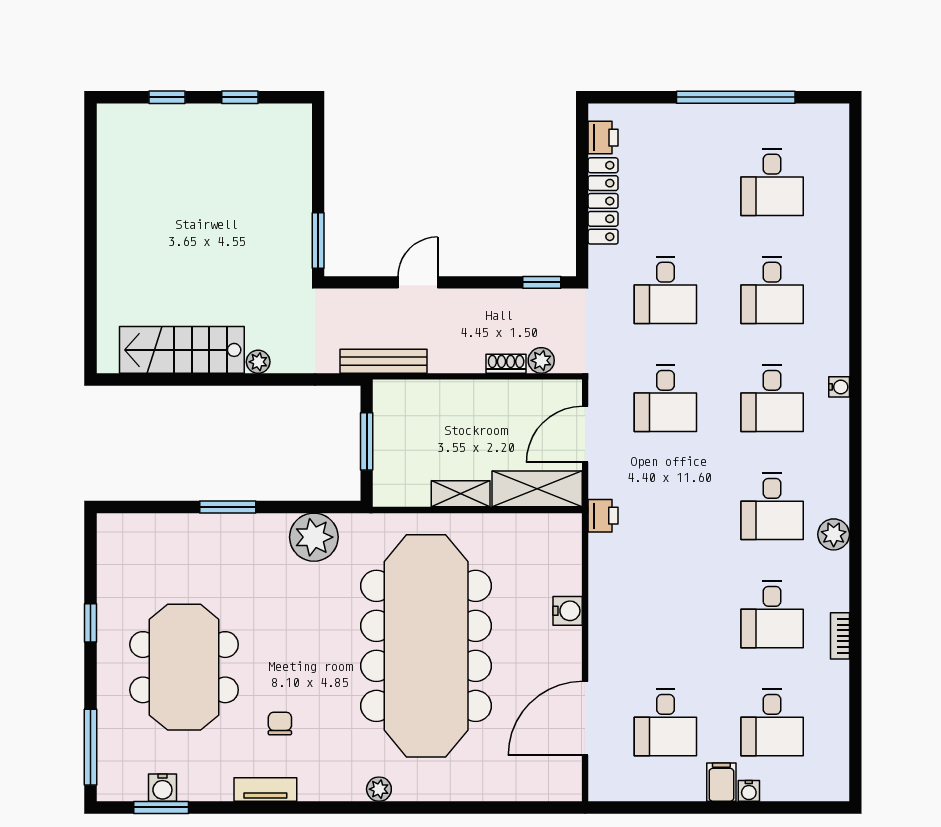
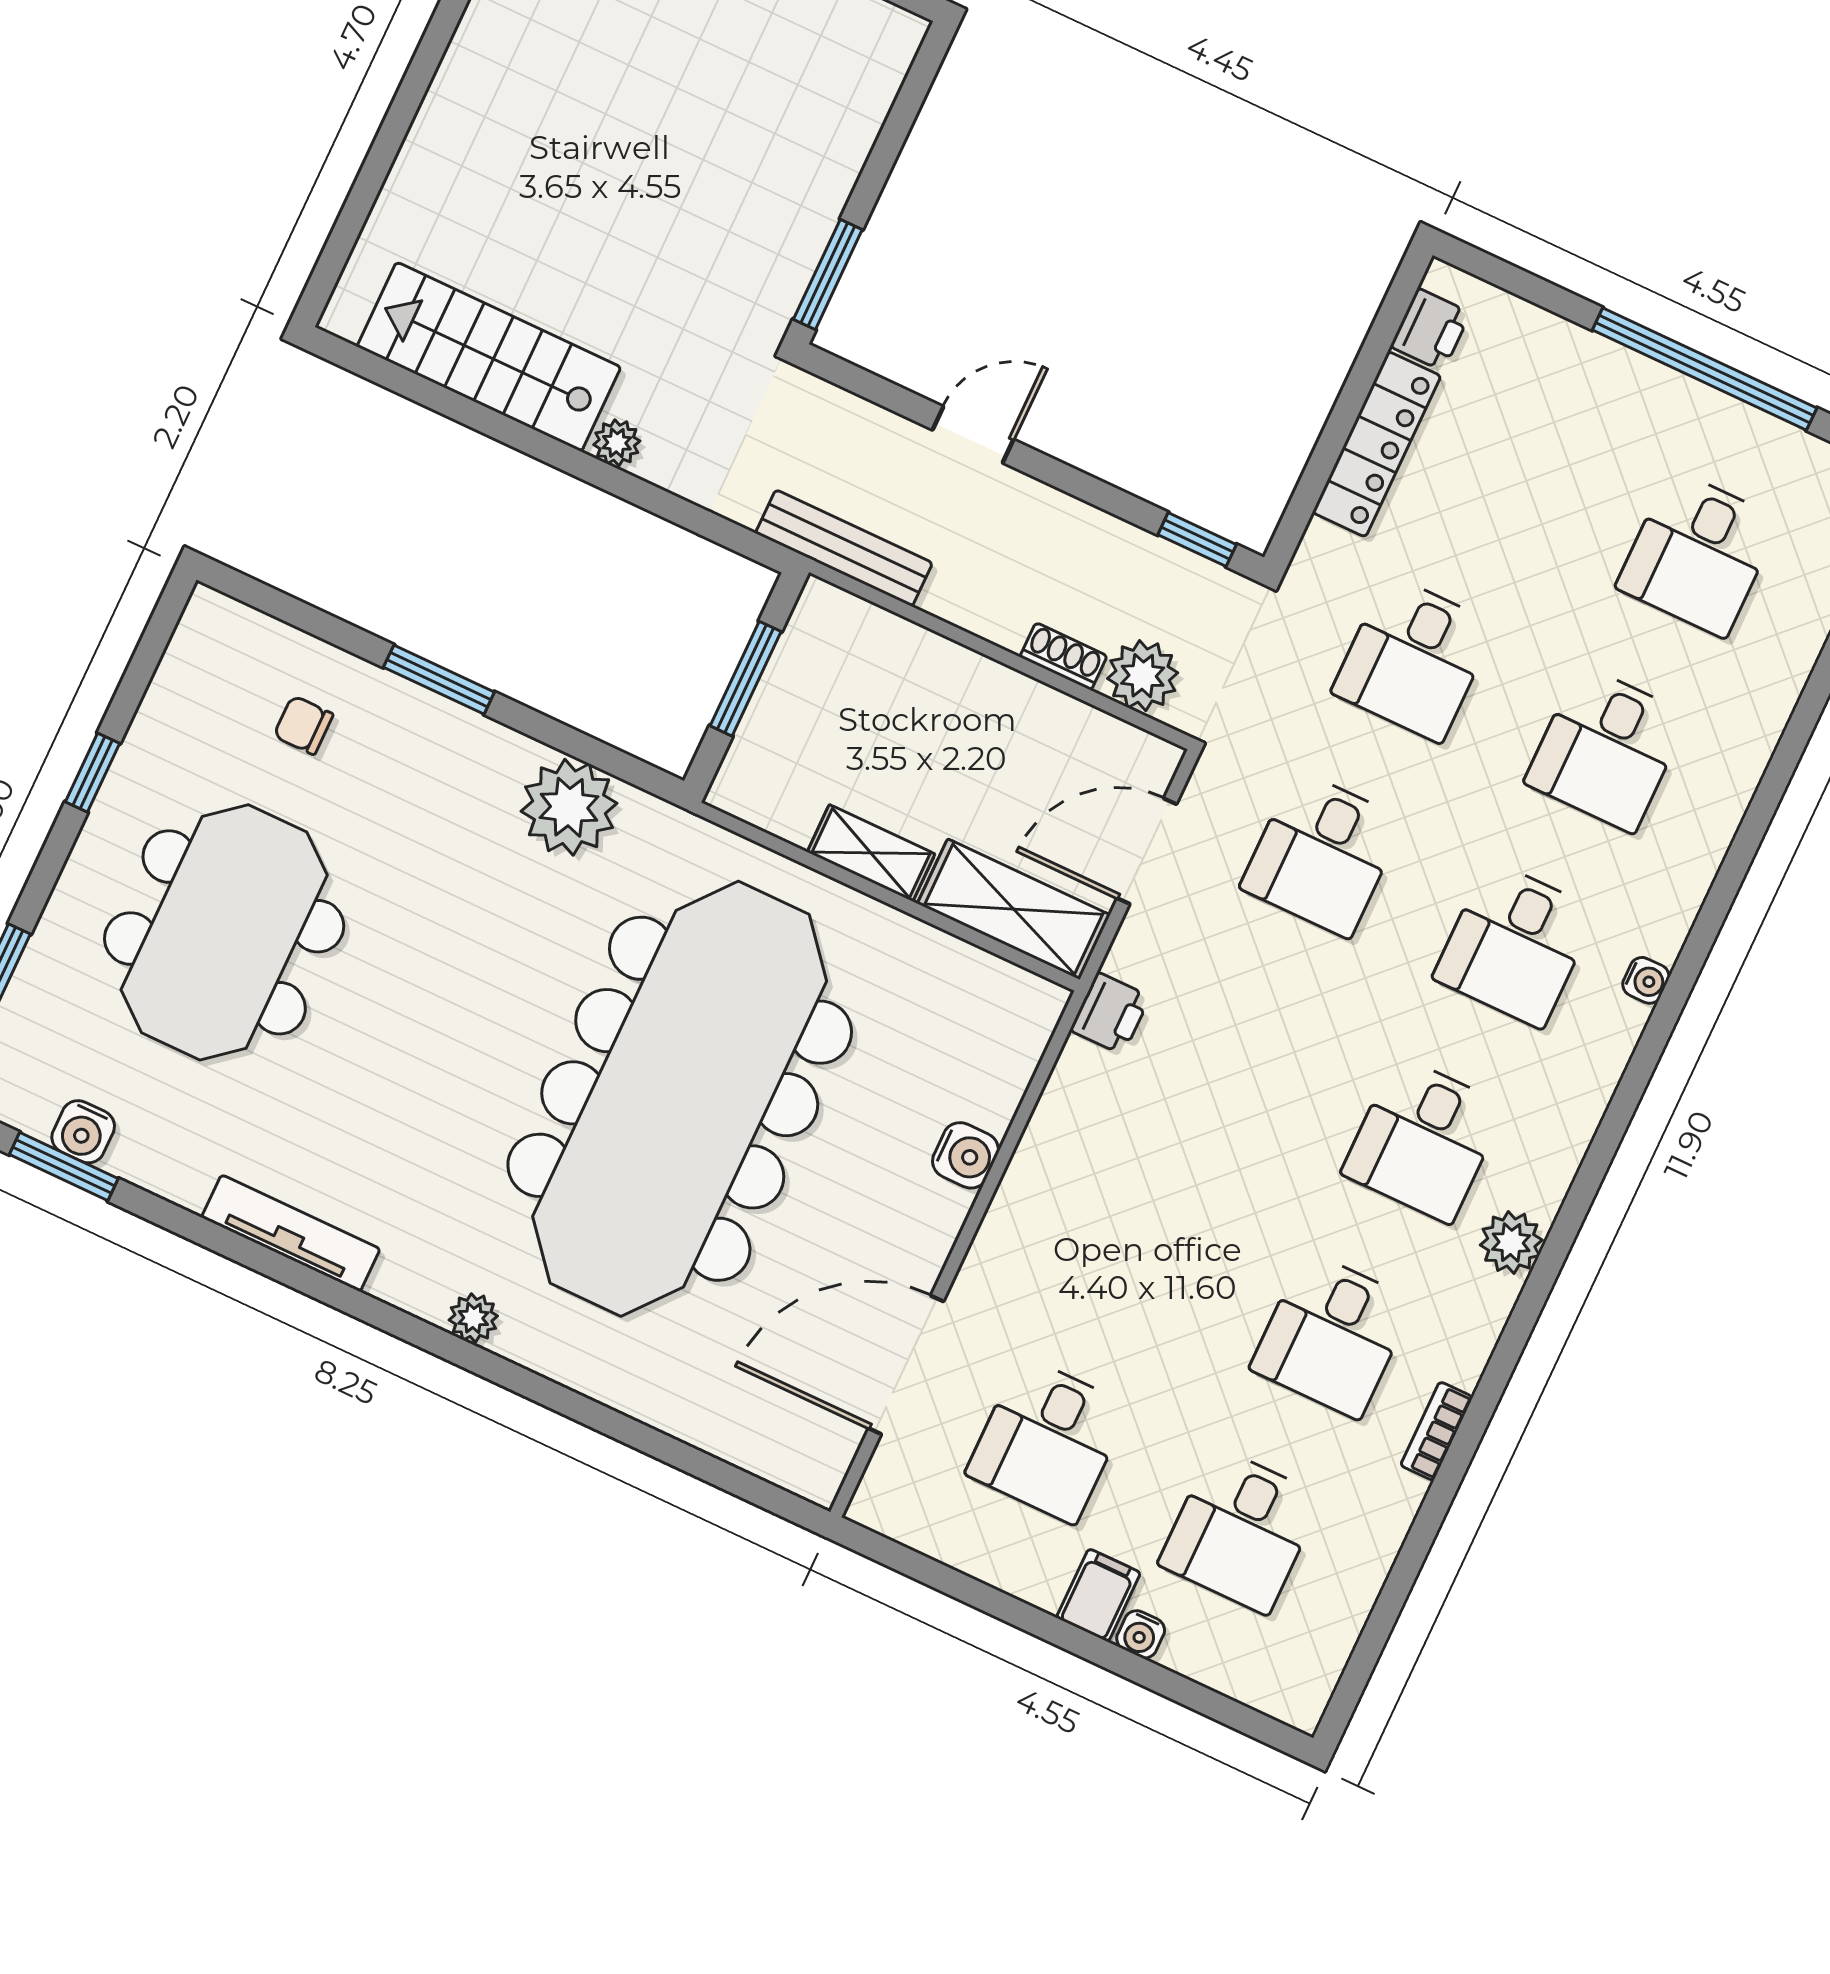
plant: (541, 360) -> (1143, 676), width x1.38, depth x1.38
chair: (280, 723) -> (303, 725), moved, turned -90
tv unit: (265, 789) -> (291, 1233), width x1.41

